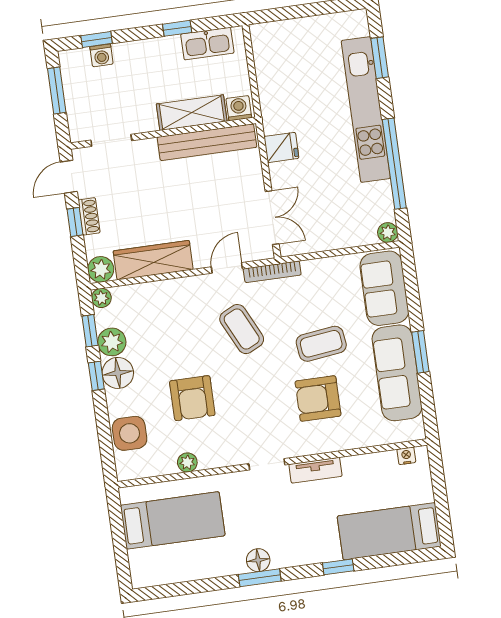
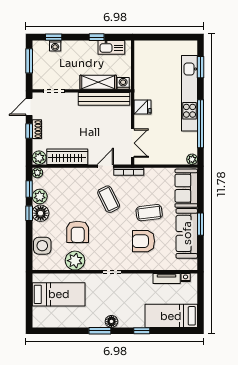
plant: (187, 462) -> (75, 261), width x1.88, depth x1.88
tv unit: (315, 470) -> (167, 278), moved
floor lamp: (258, 560) -> (111, 321), moved

